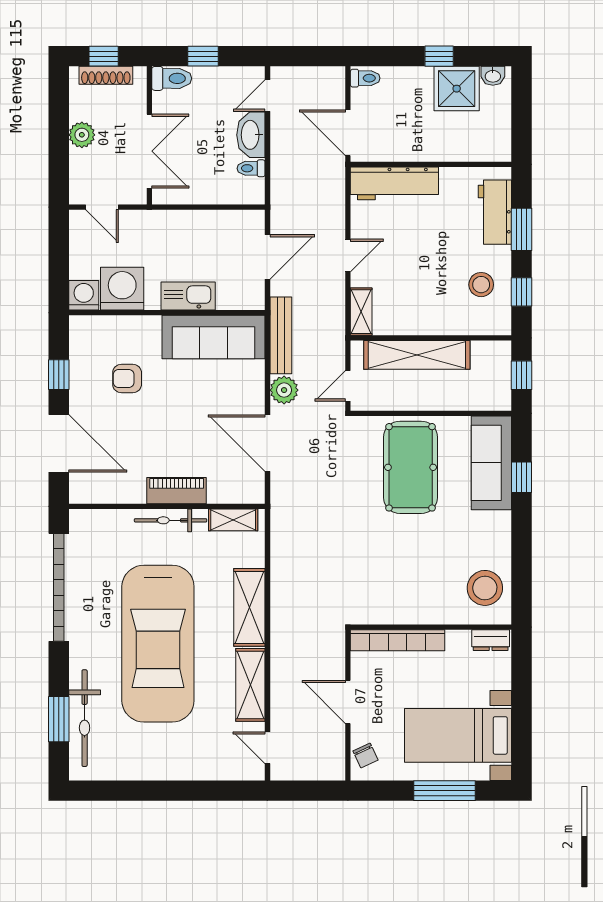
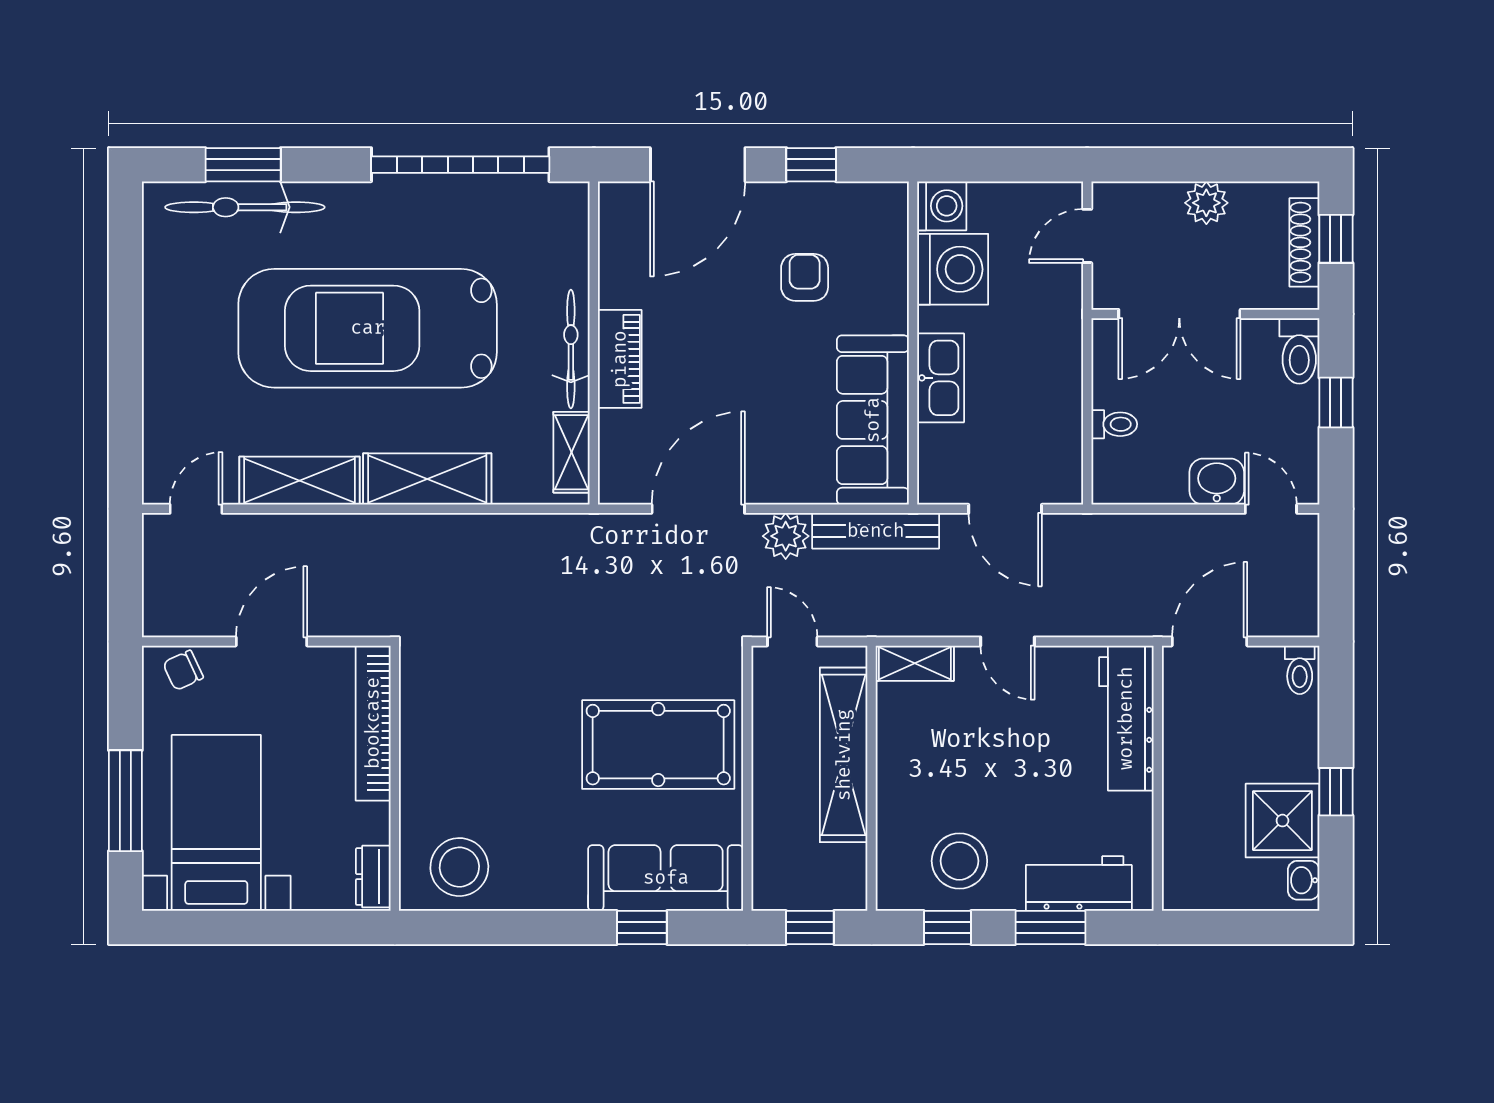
washbasin: (251, 135) -> (1217, 482), width x0.72
toilet: (251, 168) -> (1114, 424), moved, turned 90
stool: (481, 285) -> (959, 861), width x1.38, depth x1.38

